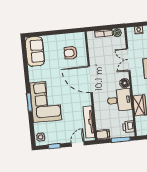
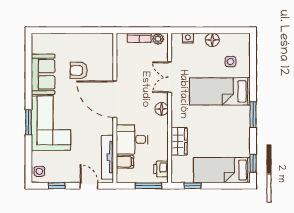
sofa: (35, 51) -> (43, 74), moved
armchair: (71, 53) -> (79, 70), moved
desk: (120, 100) -> (132, 139), moved, turned 180
filing cabinet: (103, 135) -> (125, 162), moved
door: (78, 144) -> (89, 186), hinge flipped

